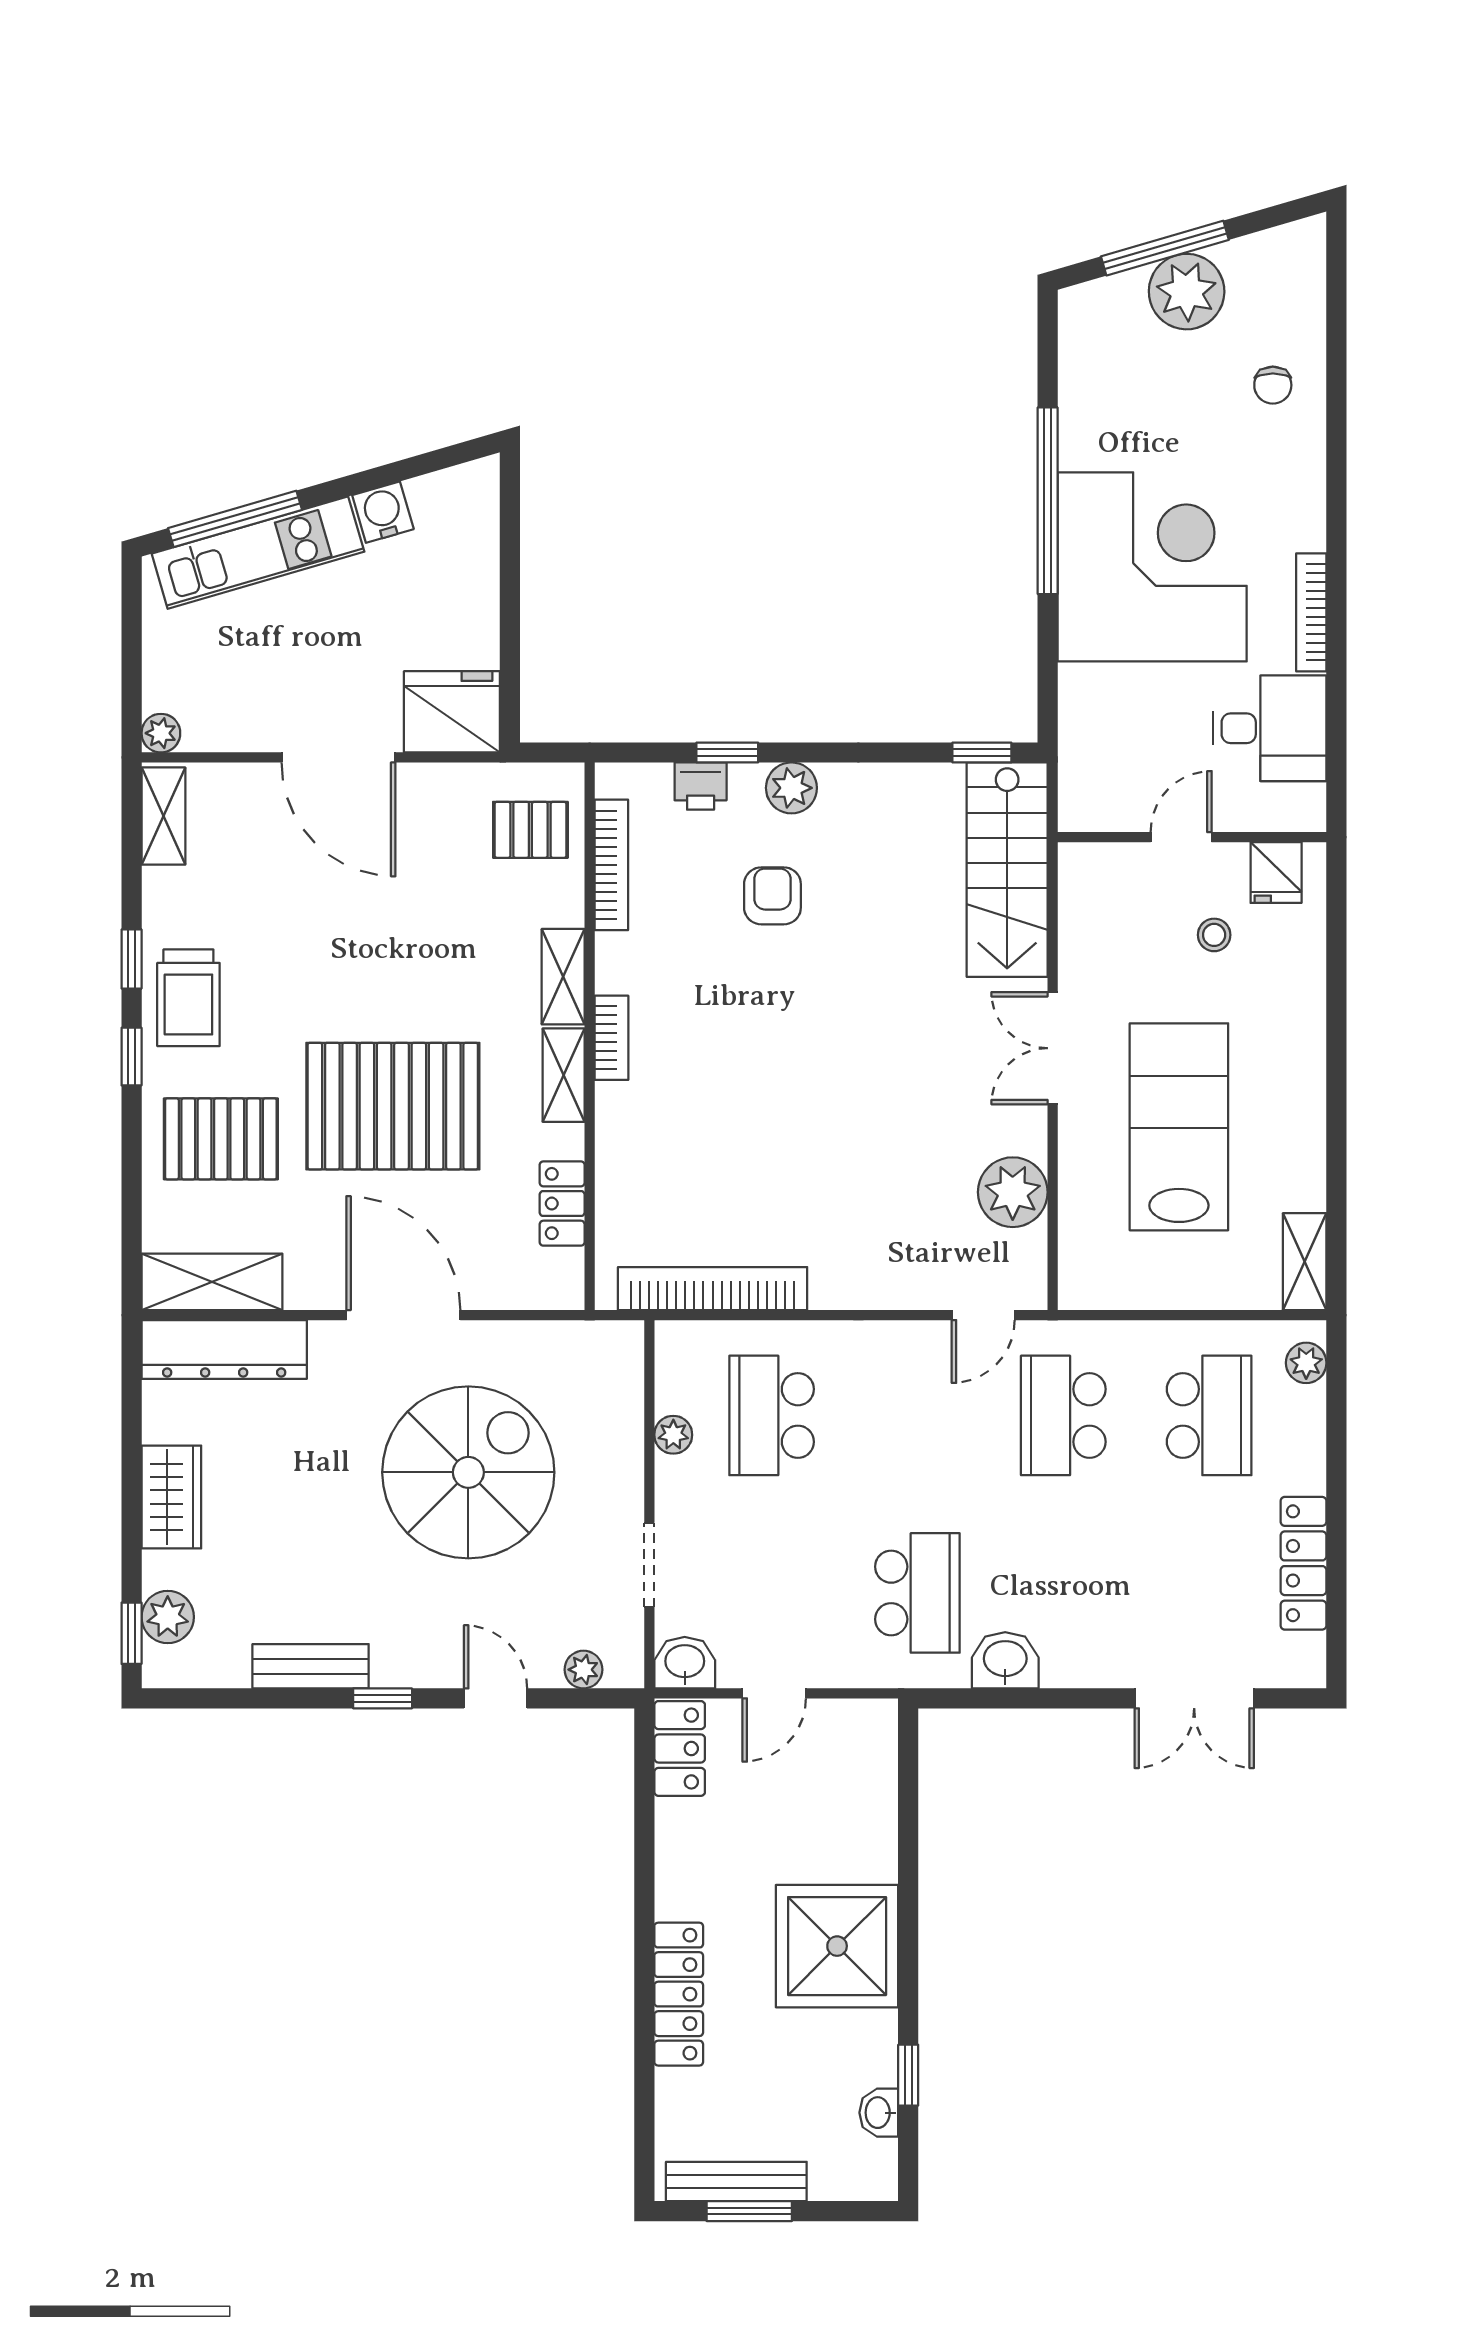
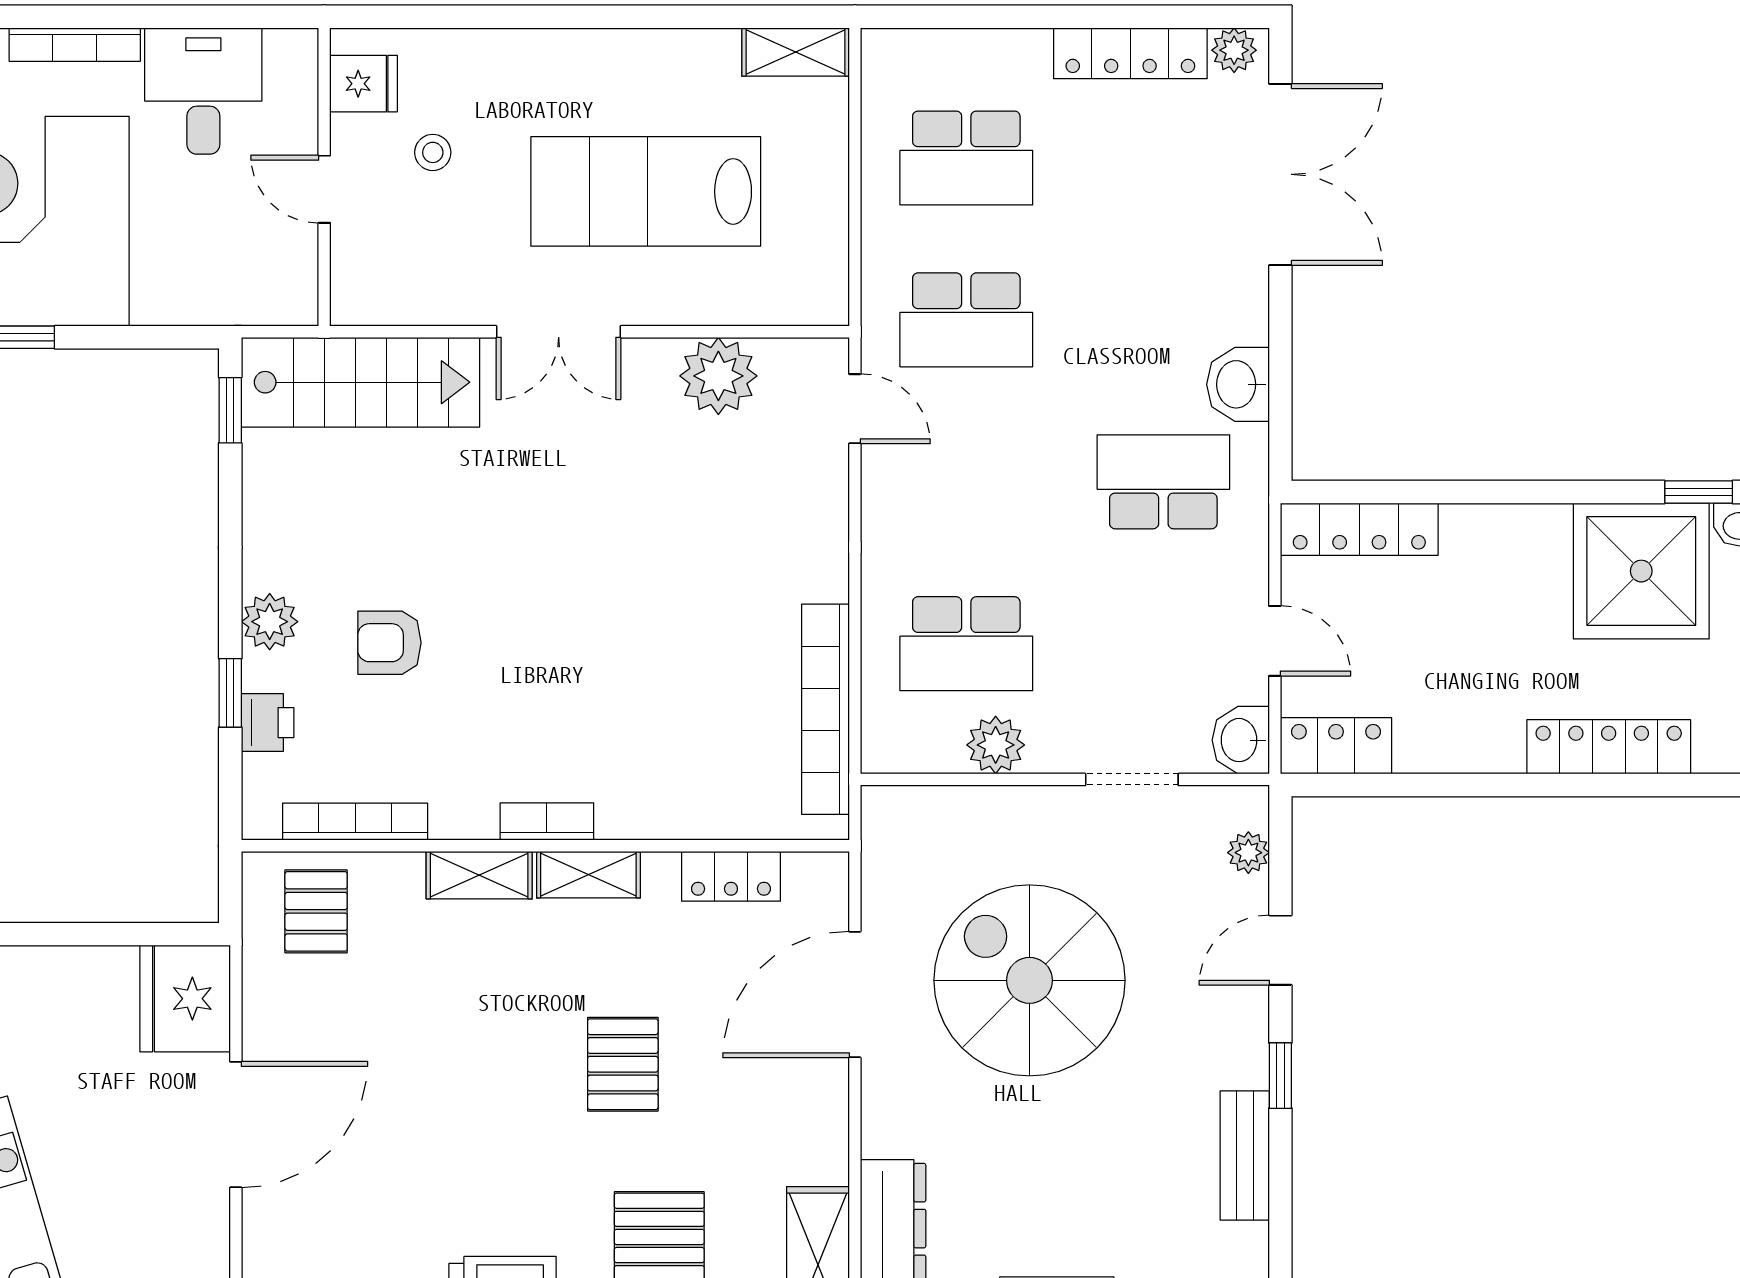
pallet: (393, 1106) -> (623, 1064), width x0.49, depth x0.50
door: (403, 1315) -> (855, 994), moved
plant: (1306, 1363) -> (1234, 50), moved
school desk: (1209, 1415) -> (966, 158), turned 180
plant: (673, 1435) -> (996, 745), width x1.38, depth x1.38
double door: (1194, 1698) -> (1280, 174), width x1.37
locker: (875, 1769) -> (1359, 529), added
shower: (837, 1946) -> (1641, 571), moved

